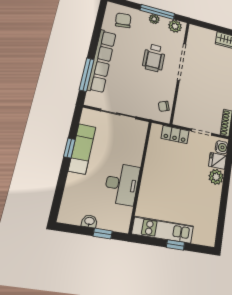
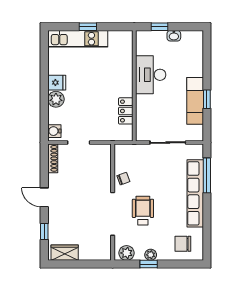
window: (157, 12) -> (149, 264), width x0.46
chair: (123, 20) -> (183, 244), turned 97
chair: (164, 106) -> (123, 179), moved
locker: (175, 135) -> (126, 111), moved, turned -90
fridge: (218, 161) -> (57, 83), moved
kitchen unit: (163, 230) -> (78, 39), moved

